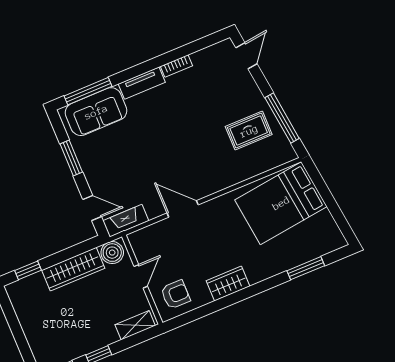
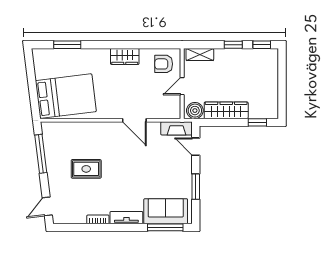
rug: (249, 131) -> (86, 169), moved

